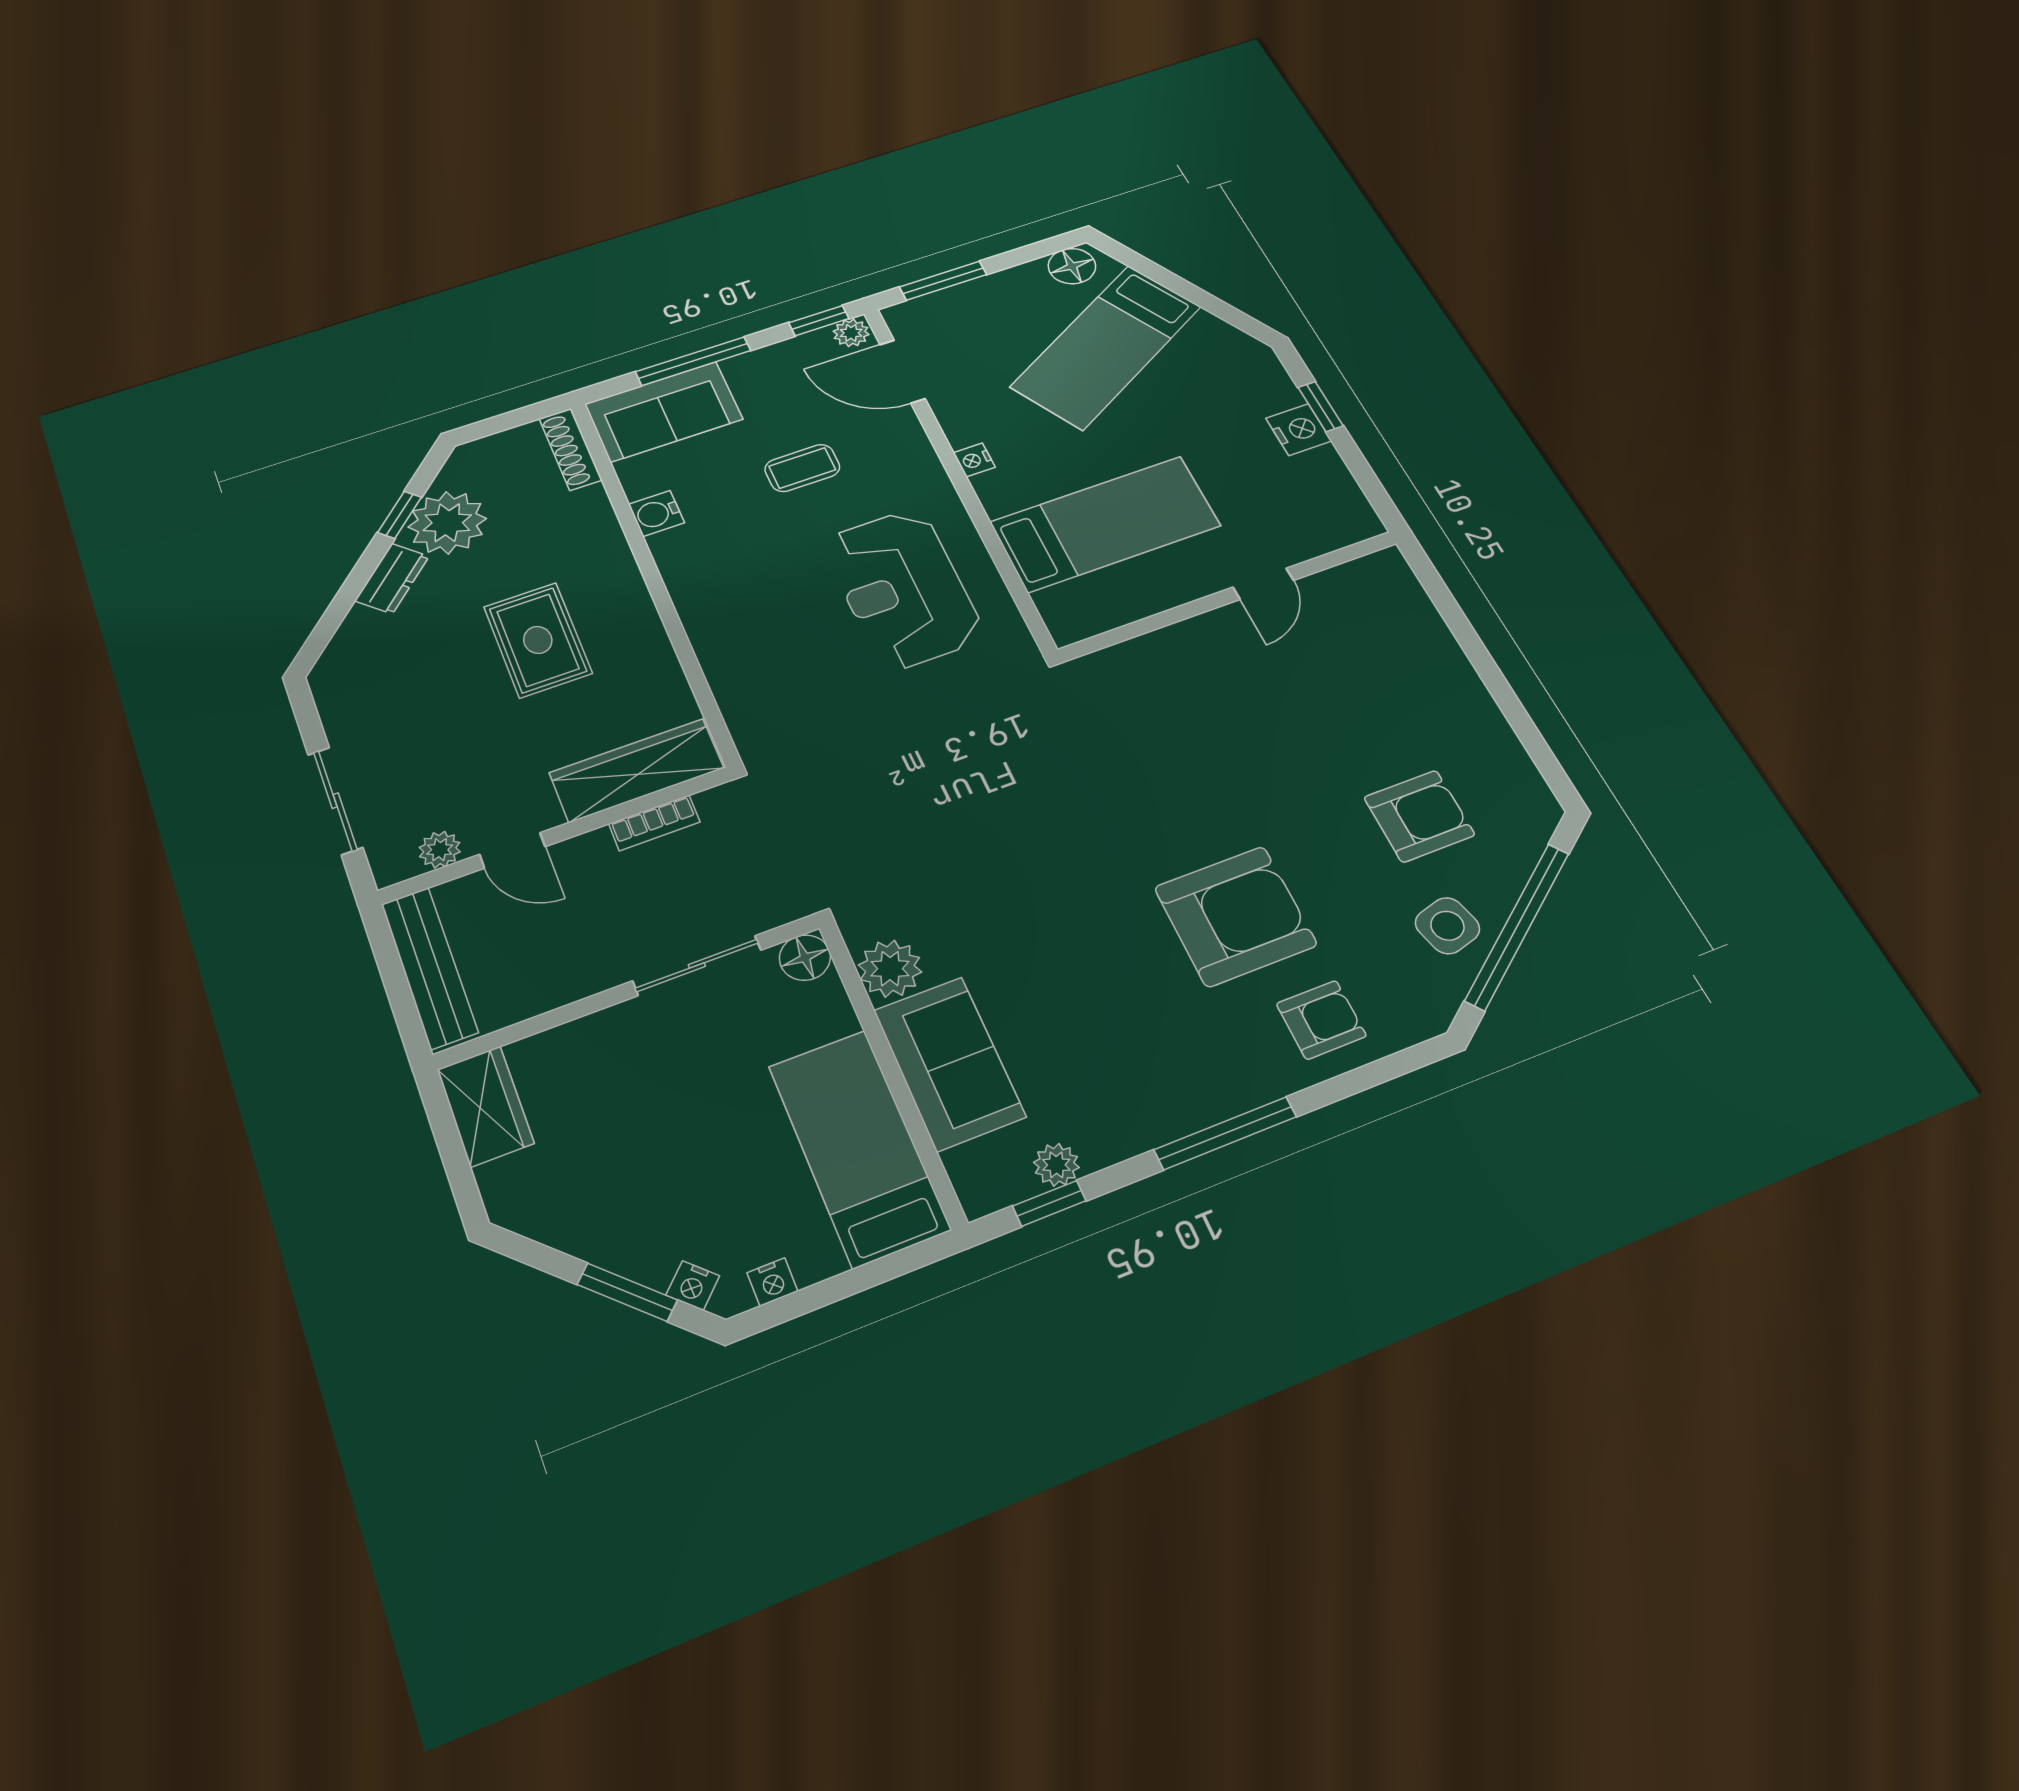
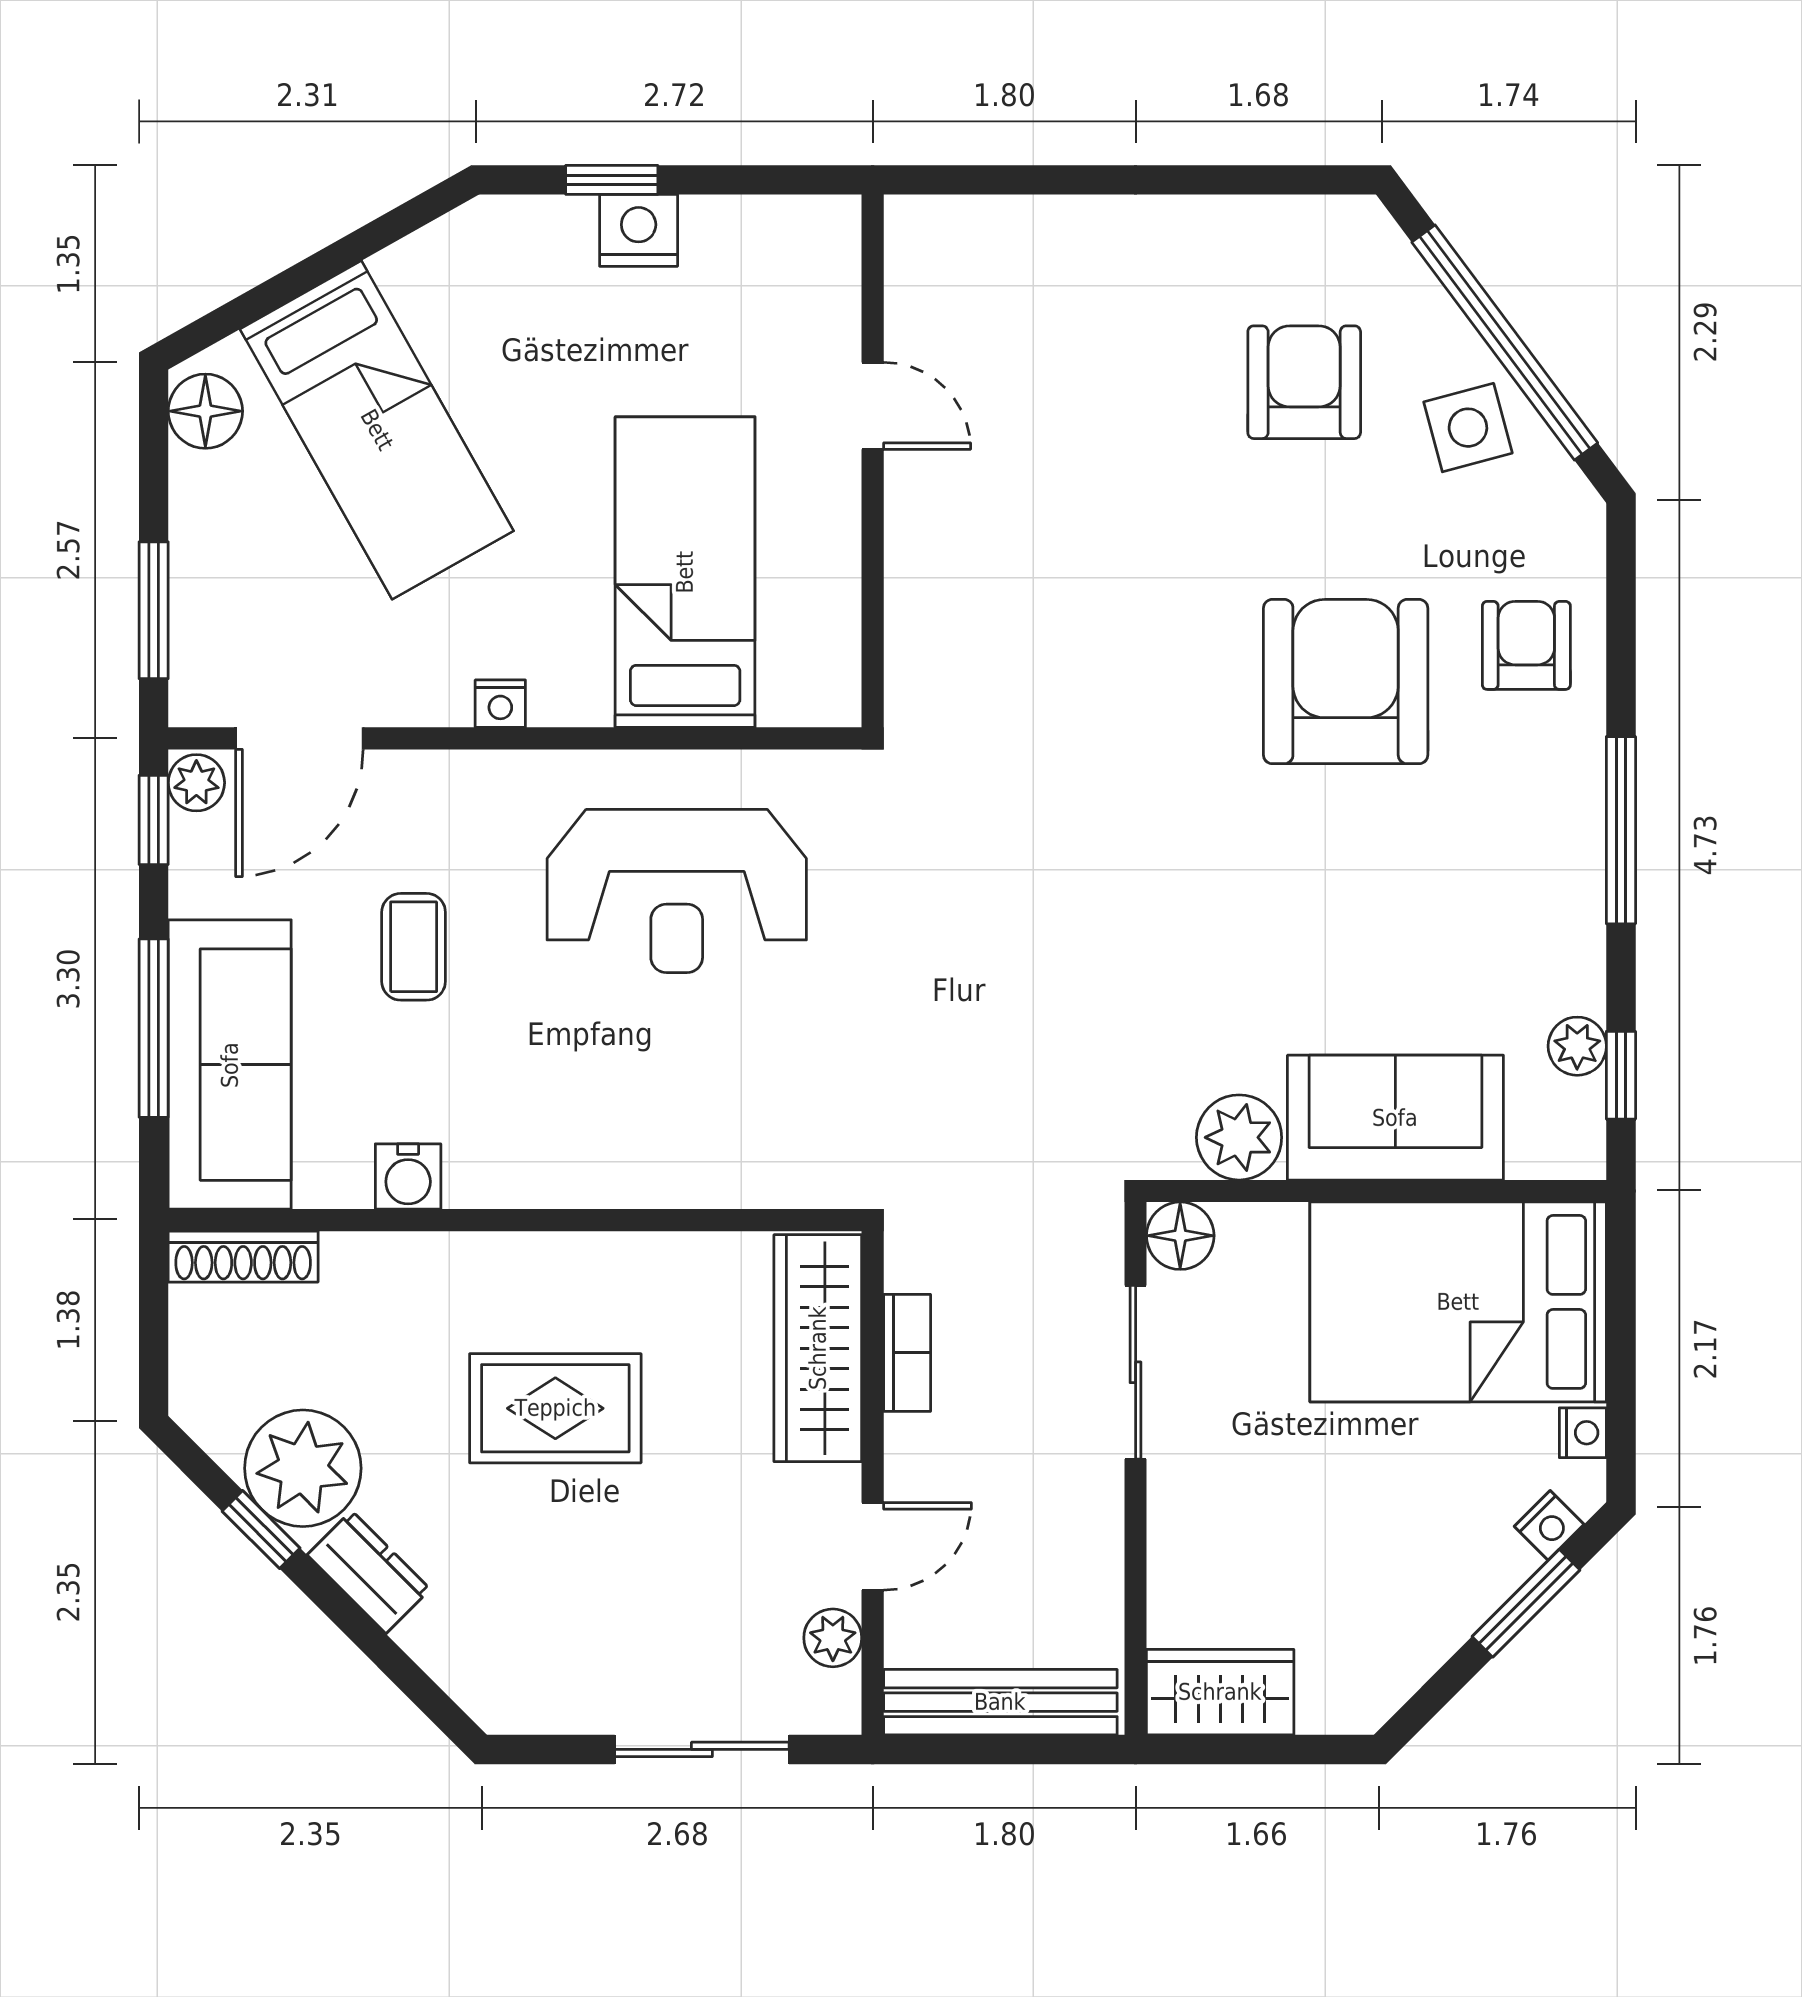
sofa: (664, 412) -> (230, 1065), width x1.36
bed: (859, 1147) -> (1458, 1302), width x1.50

